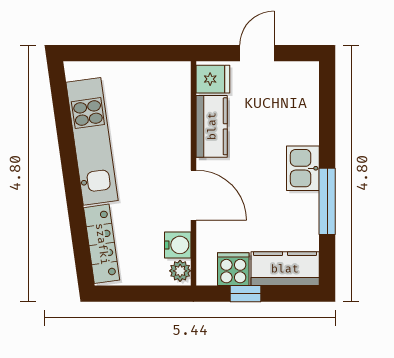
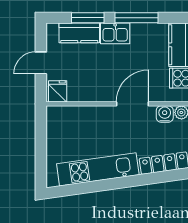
door: (257, 53) -> (41, 63), hinge flipped
kitchen counter: (212, 126) -> (79, 33), moved, turned 180
window: (327, 126) -> (88, 18), added

